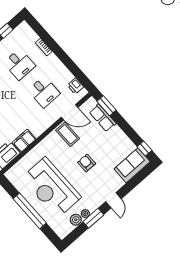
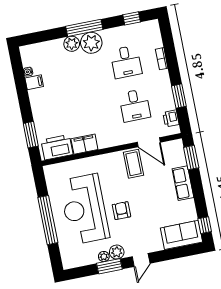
window: (72, 67) -> (179, 96), added
row of seats: (103, 118) -> (183, 183), moved
armchair: (87, 163) -> (121, 211), moved
plant: (76, 220) -> (117, 252), moved

